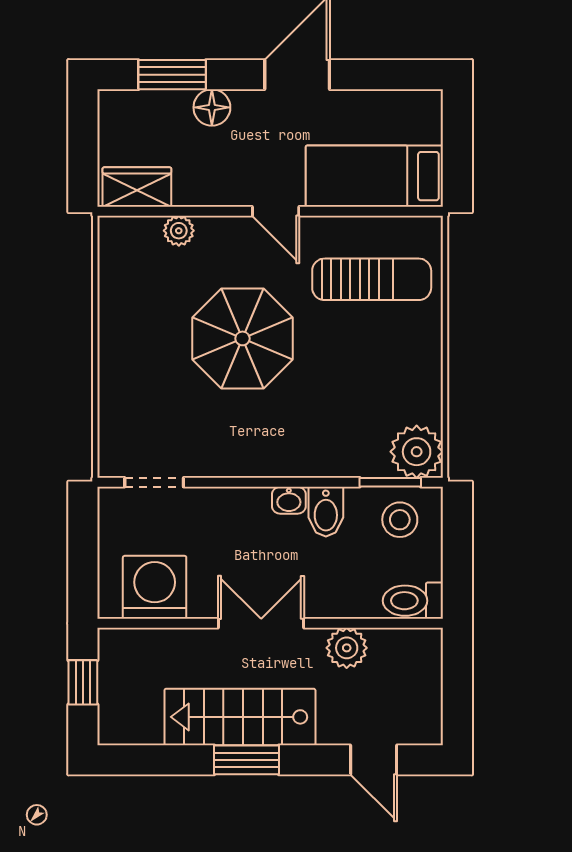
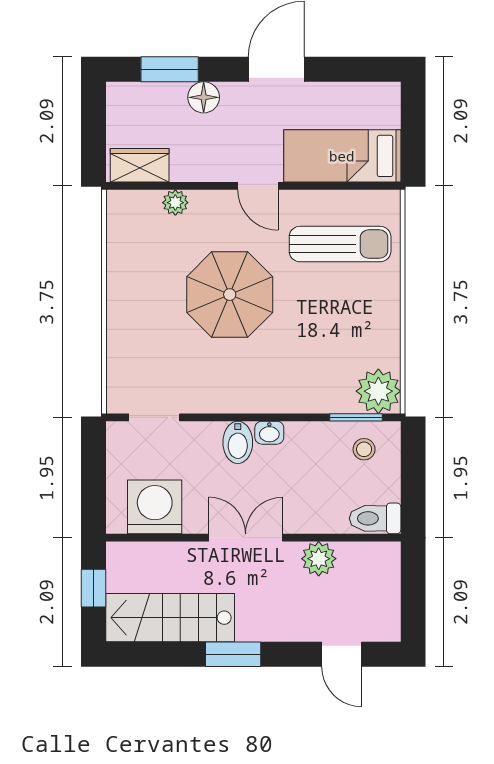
bidet: (326, 512) -> (238, 442), moved
stool: (400, 520) -> (364, 449), width x0.73, depth x0.73
stairs: (240, 717) -> (170, 618), moved

